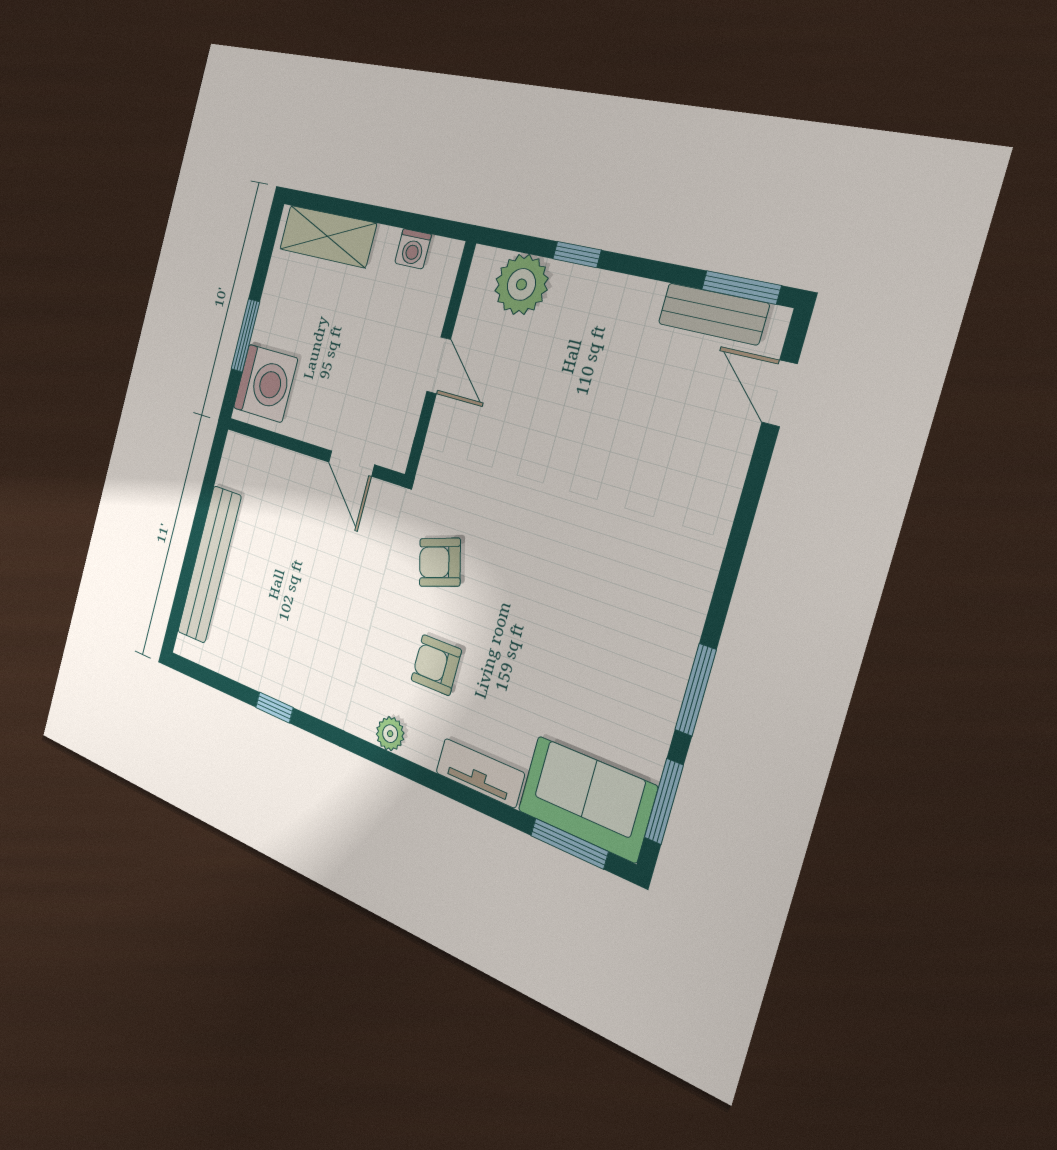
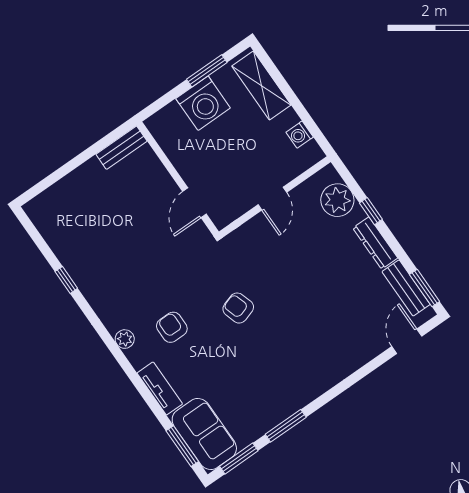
dresser: (617, 292) -> (375, 243), added
window: (245, 335) -> (207, 71), moved
washing machine: (265, 383) -> (203, 103), moved
armchair: (440, 562) -> (238, 308), moved
bench: (209, 564) -> (122, 148), moved, width x0.54, depth x0.82

